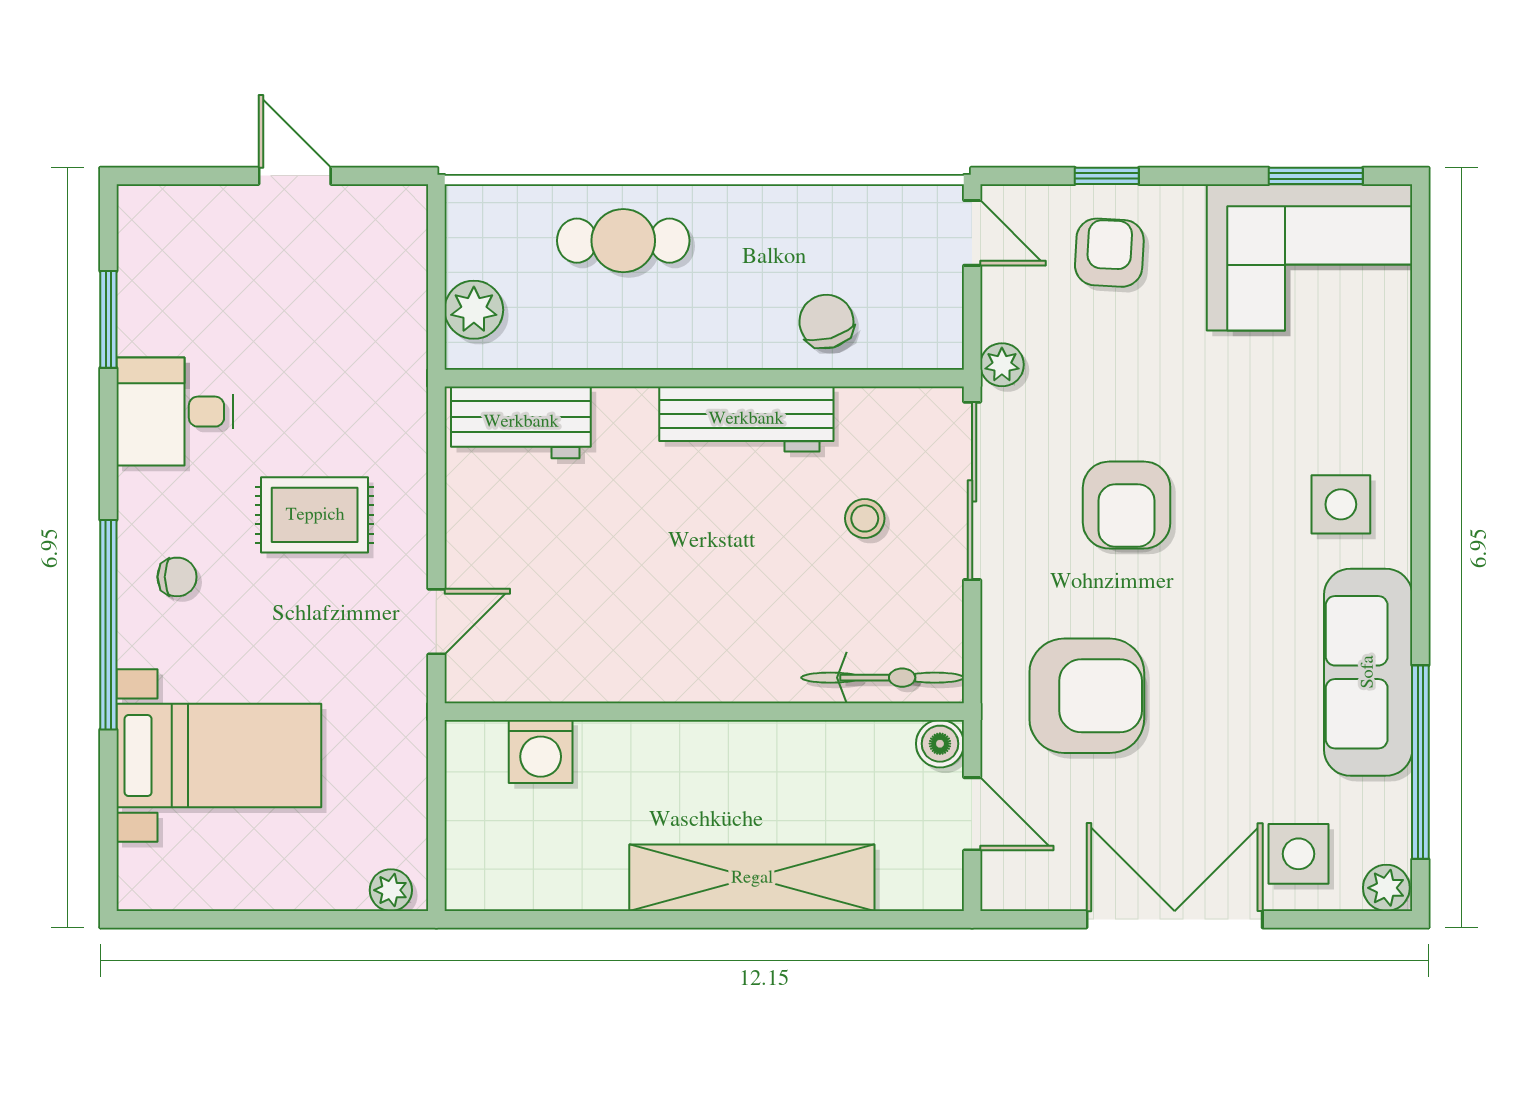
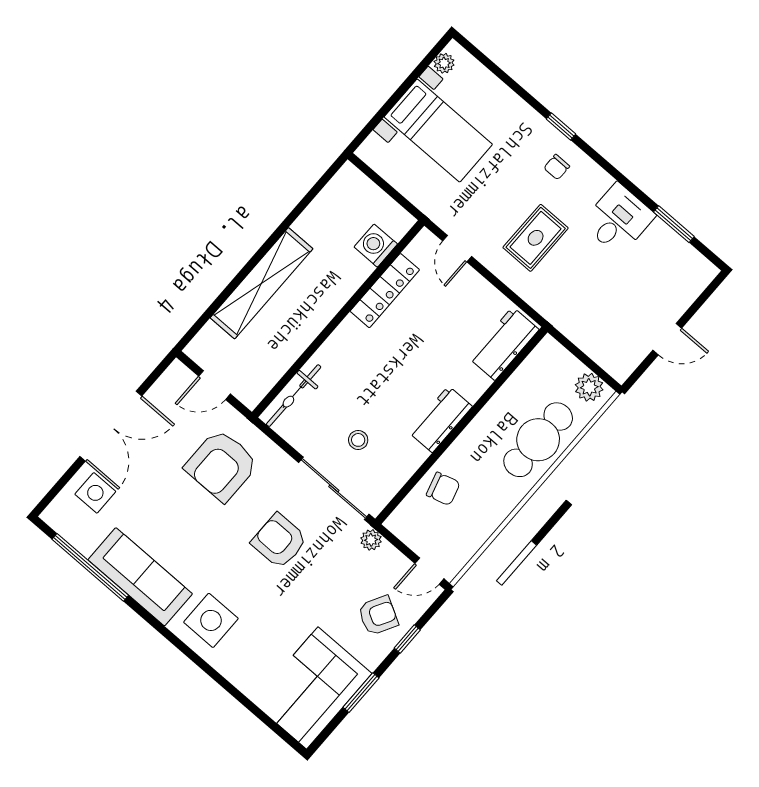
window: (1316, 176) -> (361, 693), moved
cafe table: (623, 241) -> (538, 440), width x1.37, depth x1.35
armchair: (1109, 253) -> (378, 615), turned -64
plant: (474, 310) -> (589, 387), moved
workbench: (746, 419) -> (440, 419), width x0.73
side table: (1341, 504) -> (211, 620), width x1.37, depth x1.37
window: (108, 625) -> (561, 126), width x0.32
locker: (598, 677) -> (385, 291), added
boiler: (940, 744) -> (251, 396), removed
bed with nightstands: (219, 756) -> (438, 131), moved, turned -90
plant: (1386, 888) -> (55, 514), removed
plant: (391, 890) -> (444, 63), moved

